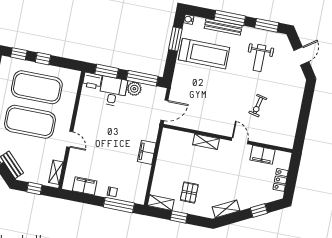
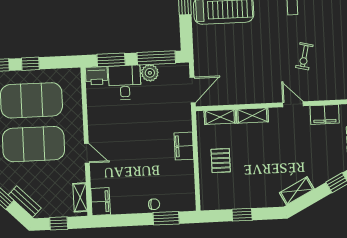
filing cabinet: (85, 186) -> (101, 202), moved, turned 90
pallet: (189, 192) -> (221, 161), moved
shelving: (161, 203) -> (220, 117), moved
window: (119, 205) -> (166, 218), width x0.69

